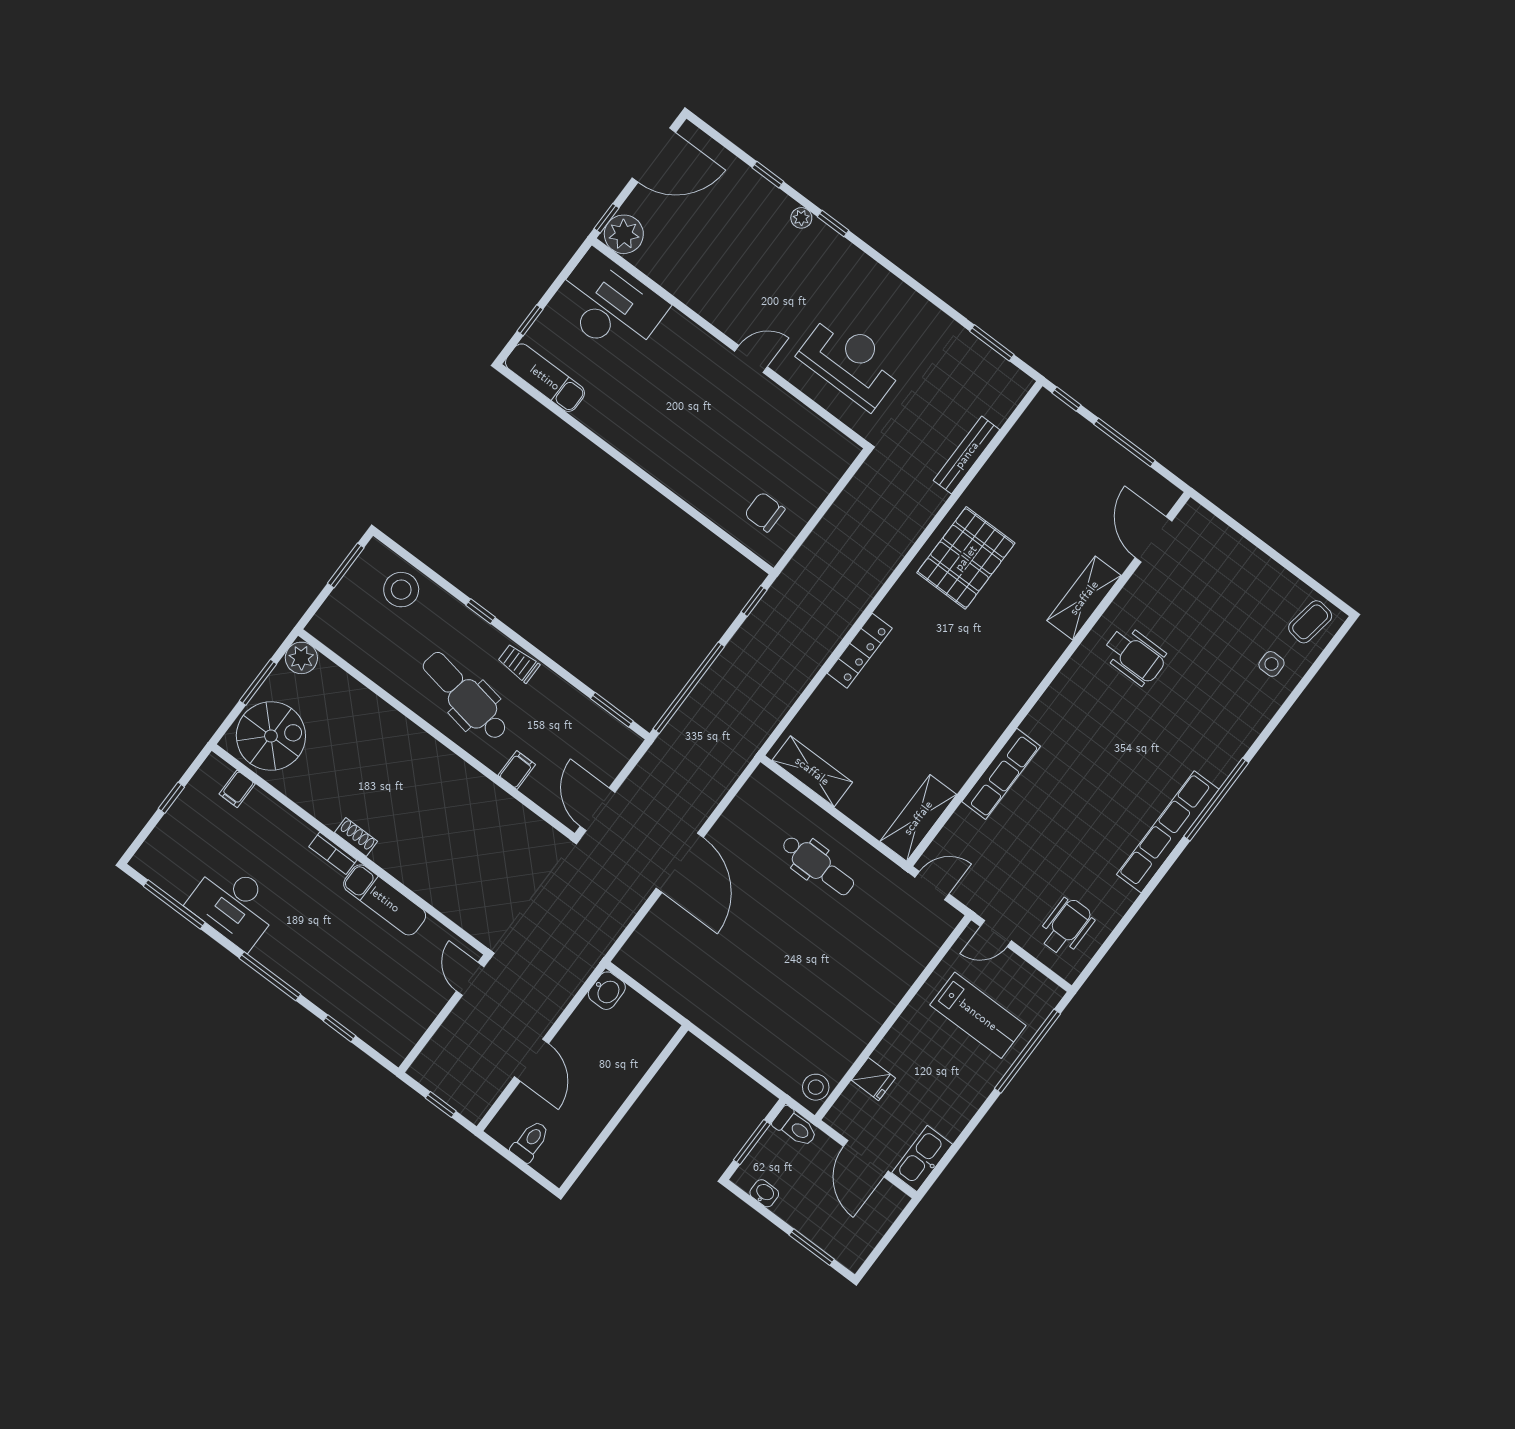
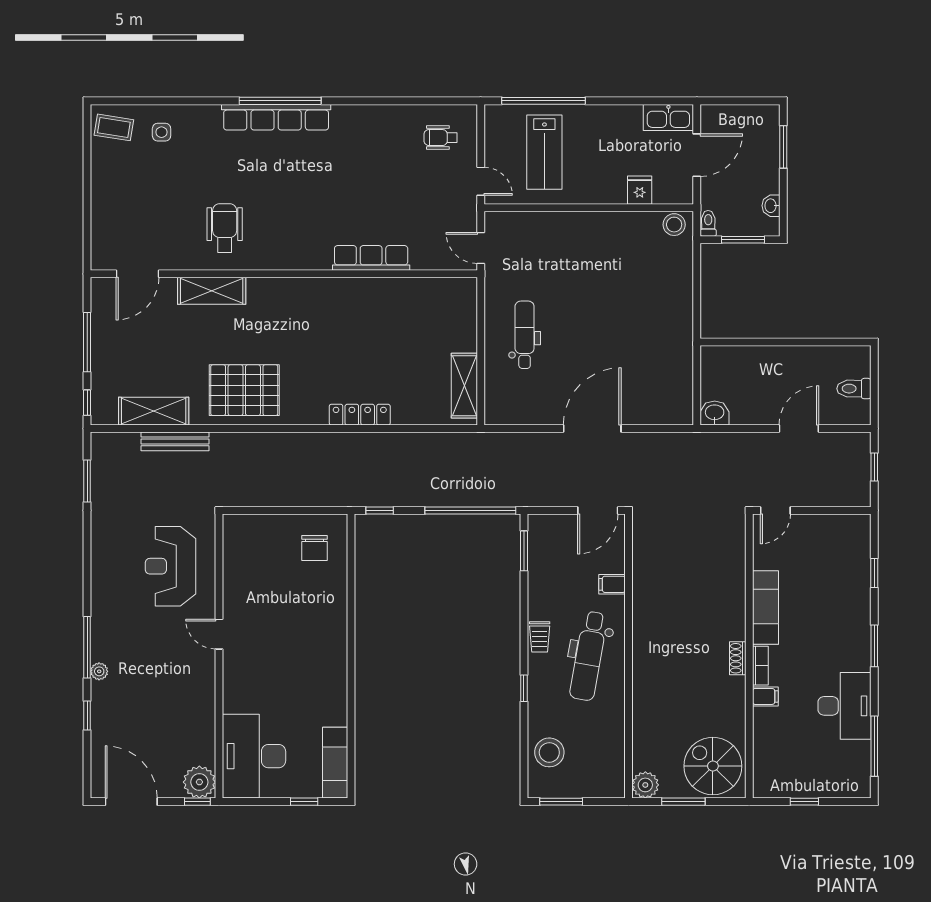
window: (833, 224) -> (87, 647), width x2.17
filing cabinet: (237, 789) -> (765, 696), moved
shelving: (918, 818) -> (154, 411), moved
row of seats: (1168, 832) -> (276, 117), moved
wheelchair: (1066, 927) -> (441, 138), width x0.73, depth x0.73
window: (270, 976) -> (874, 646), width x0.69
lab bench: (978, 1015) -> (544, 152), turned 180
toilet: (795, 1127) -> (708, 223), width x0.73, depth x0.72

